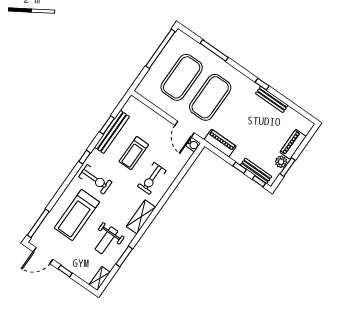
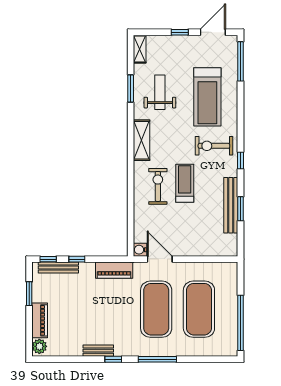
window: (214, 50) -> (157, 359), moved
bench: (272, 99) -> (98, 351), width x0.73
treadmill: (134, 153) -> (185, 183), moved
plant: (281, 162) -> (39, 346), moved
treadmill: (77, 215) -> (207, 97), turned 180

